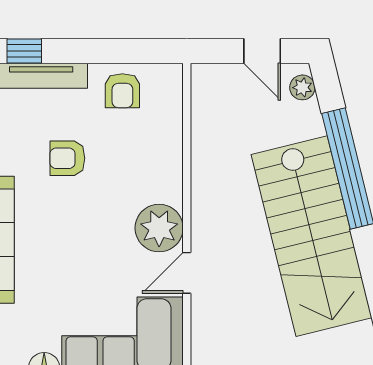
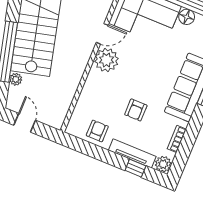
plant: (302, 87) -> (16, 79), moved
armchair: (67, 158) -> (136, 110), turned 90

